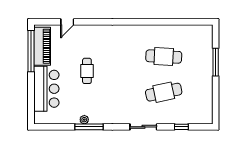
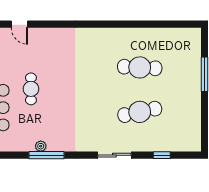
door: (67, 22) -> (19, 24), hinge flipped
cafe table: (87, 71) -> (31, 89), moved

